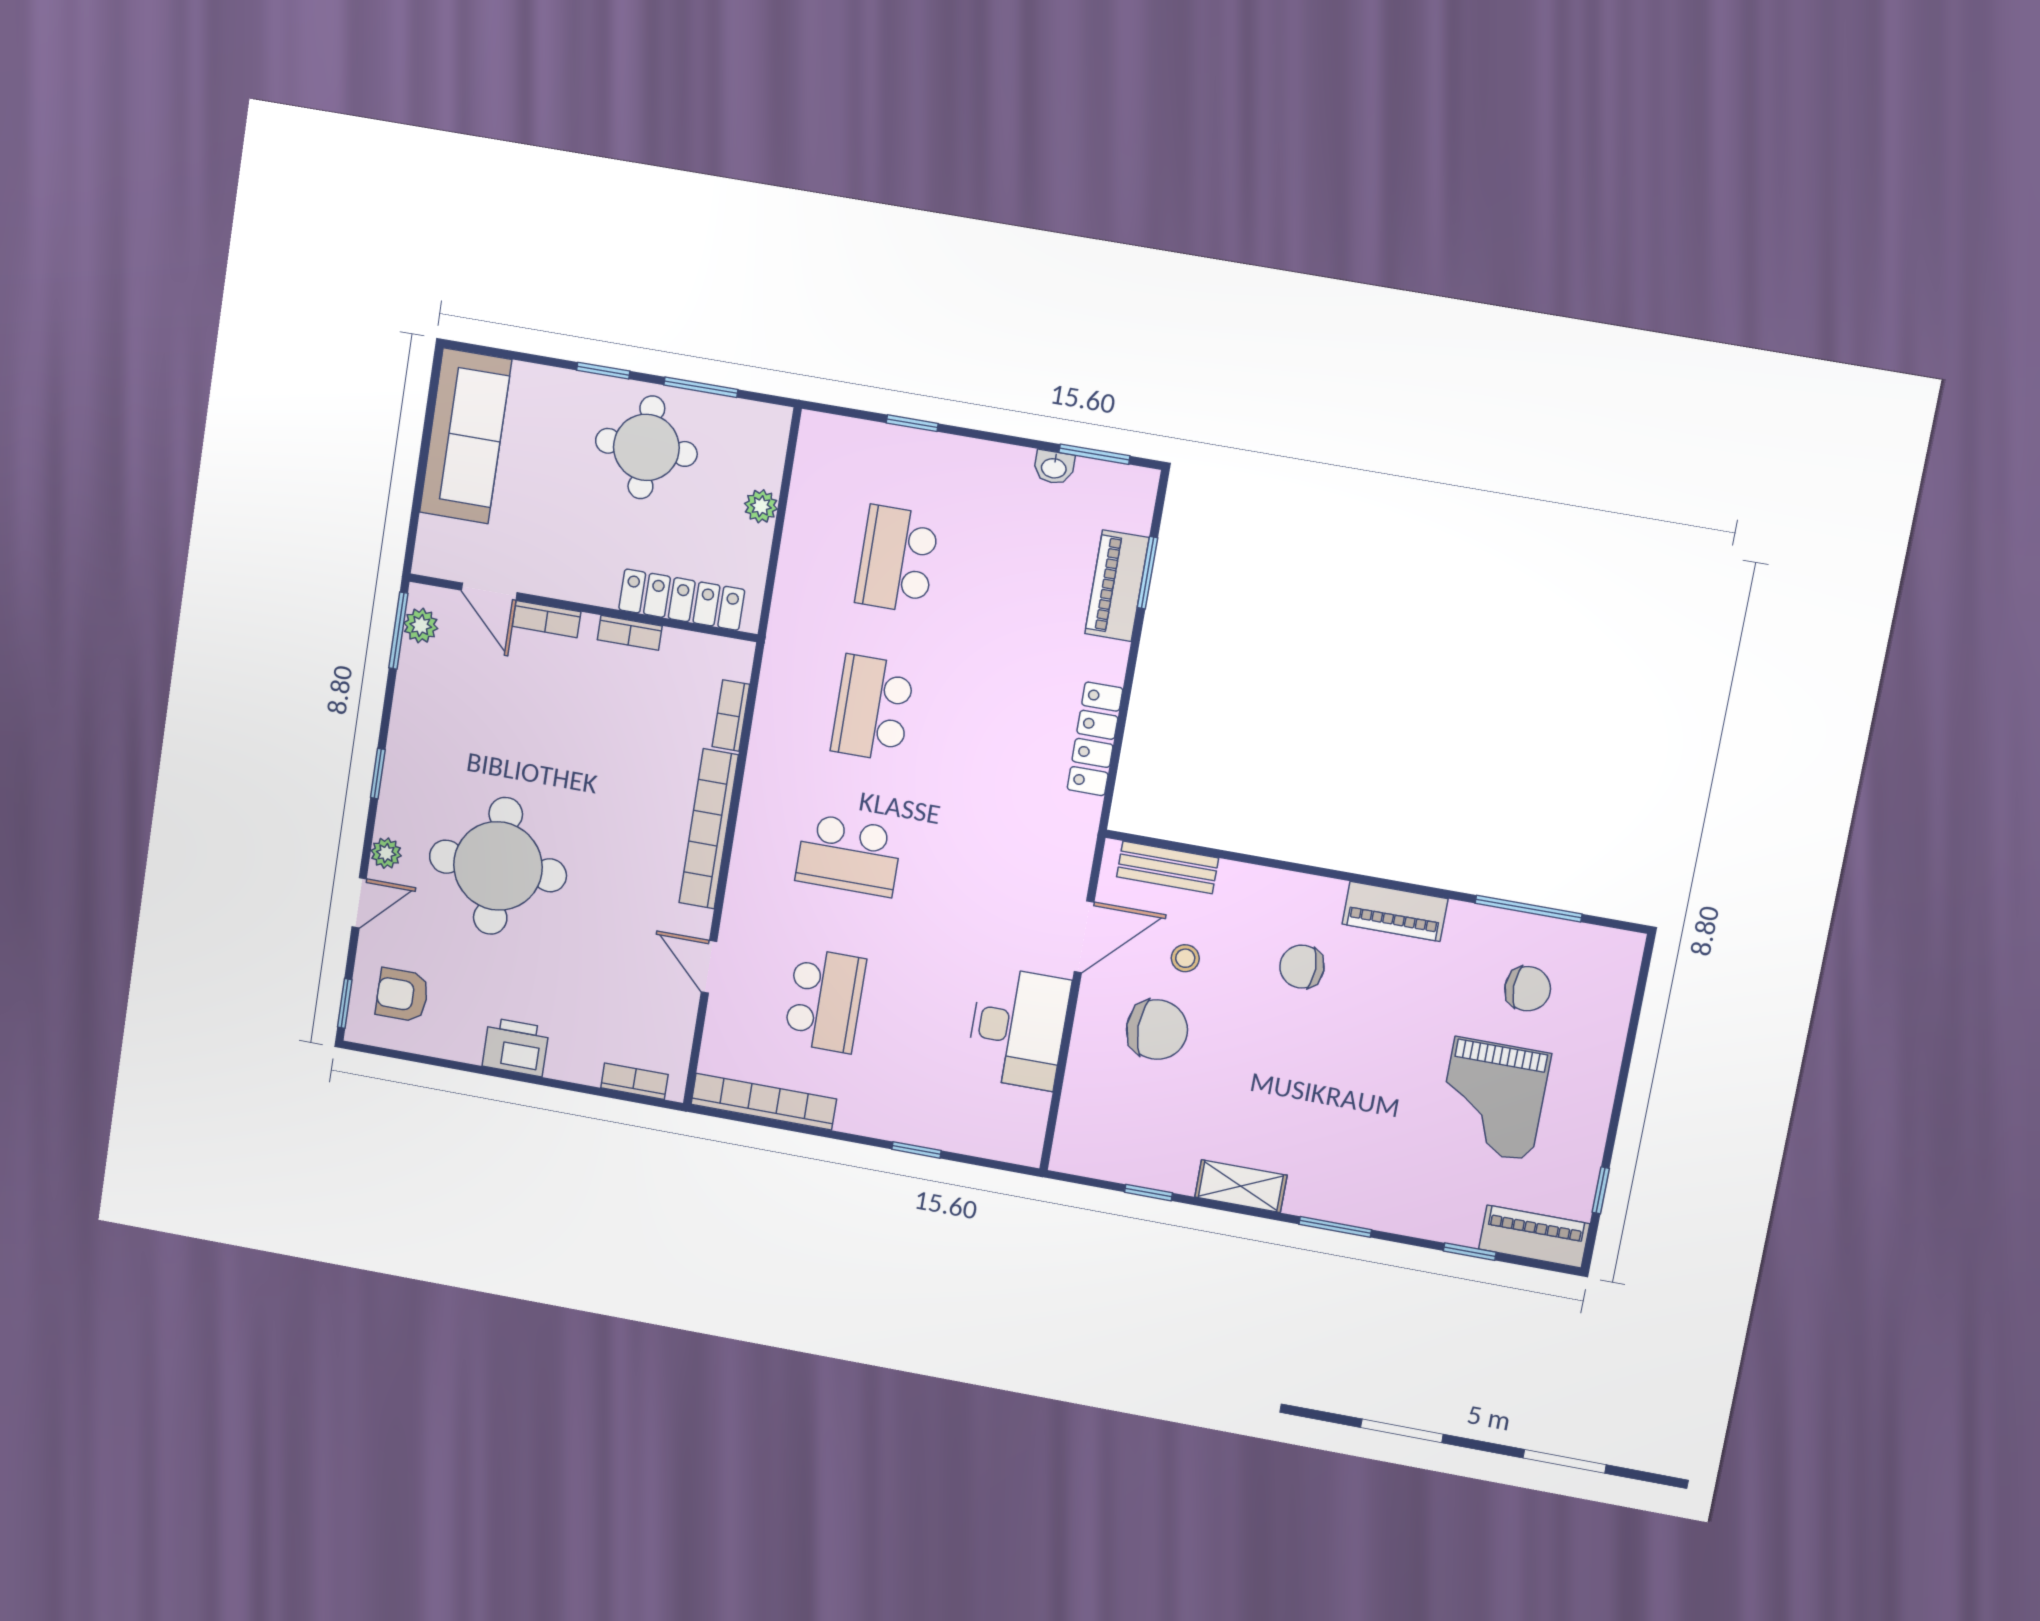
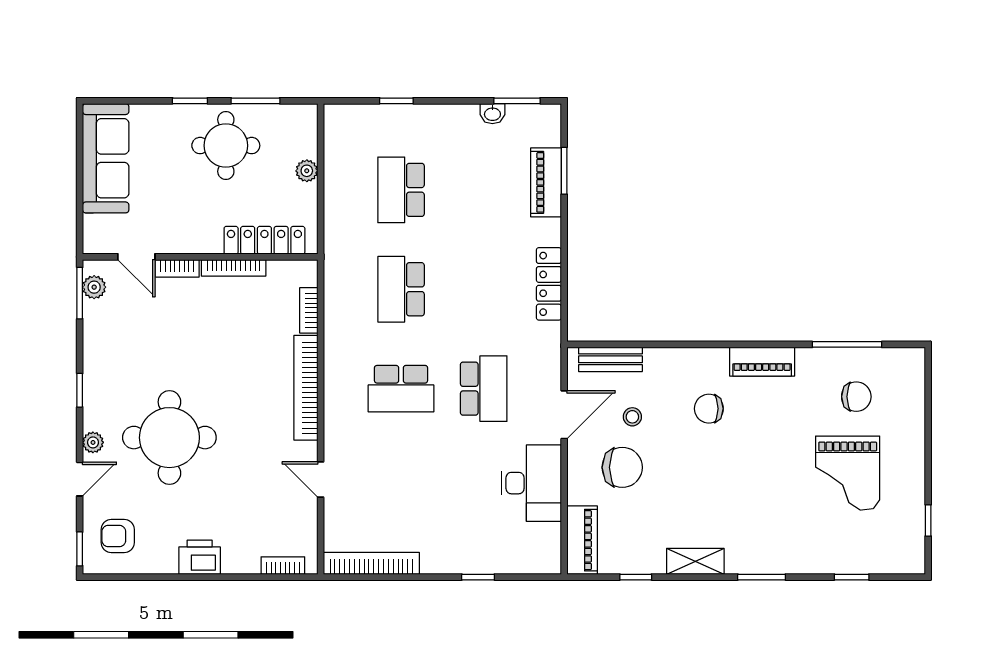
bookcase: (630, 633) -> (234, 268), width x1.56
school desk: (825, 1001) -> (484, 389), moved
piano: (1534, 1236) -> (582, 540), moved, turned 90

